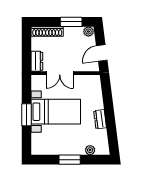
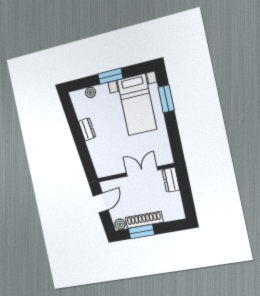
shoe rack: (47, 31) -> (144, 220), moved
bed with nightstands: (56, 112) -> (137, 105), moved, turned -90
window: (27, 115) -> (166, 99), moved

